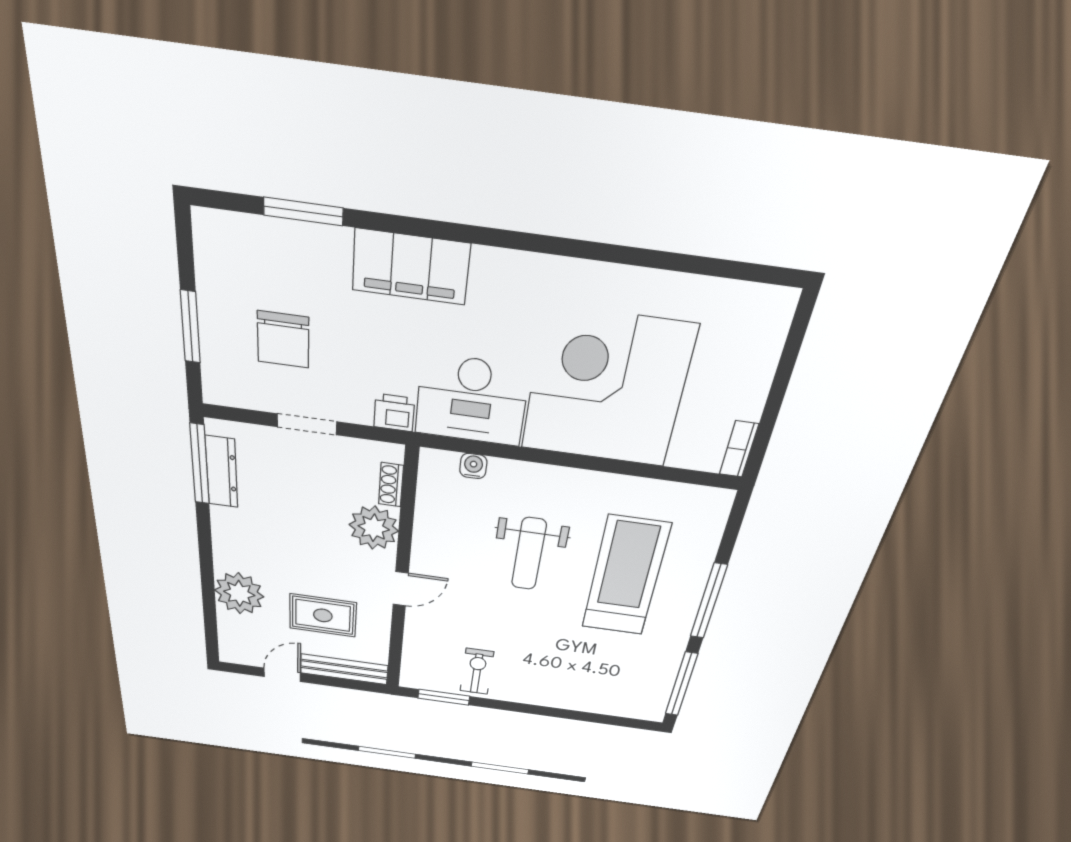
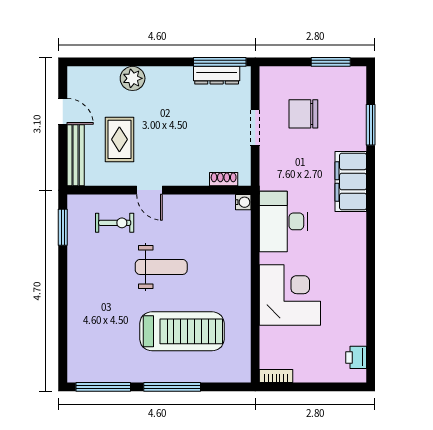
window: (190, 327) -> (331, 62), moved
corner desk: (607, 388) -> (290, 295), width x0.74, depth x0.74
printer: (394, 413) -> (356, 357), moved, turned 180
water cooler: (473, 466) -> (243, 202), moved
plant: (374, 528) -> (192, 170), removed
weight bench: (529, 554) -> (161, 267), moved, turned 180
plant: (239, 593) -> (133, 78), width x0.73, depth x0.73
exercise bike: (477, 671) -> (115, 223), moved

